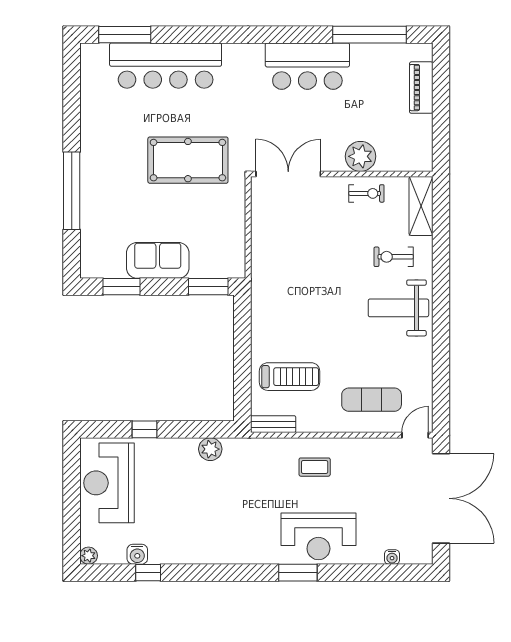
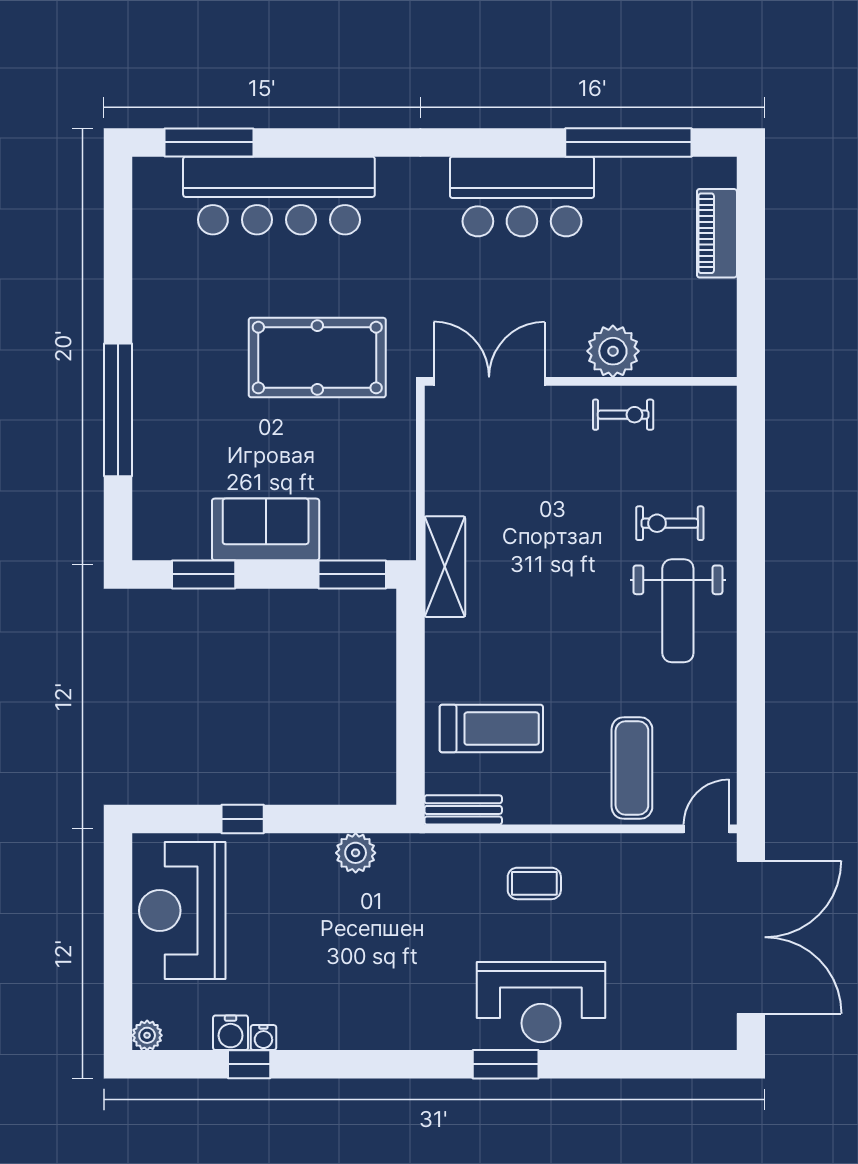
shelving: (421, 206) -> (445, 567), moved
weight bench: (398, 308) -> (678, 611), turned -90
exercise mat: (372, 400) -> (632, 768), turned 90
water cooler: (392, 557) -> (263, 1038), moved

